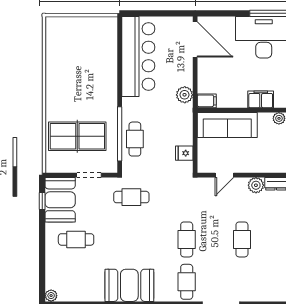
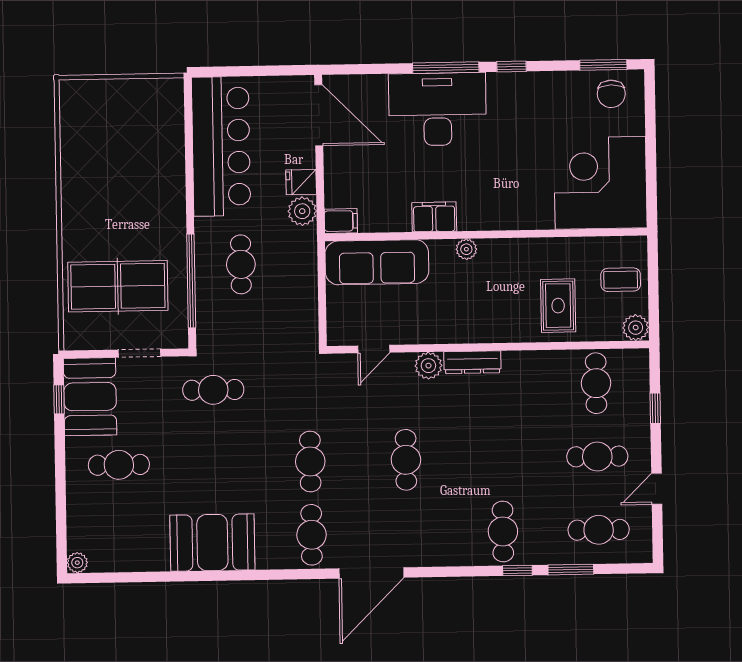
cafe table: (135, 139) -> (241, 264), moved
fridge: (184, 153) -> (301, 182), moved

